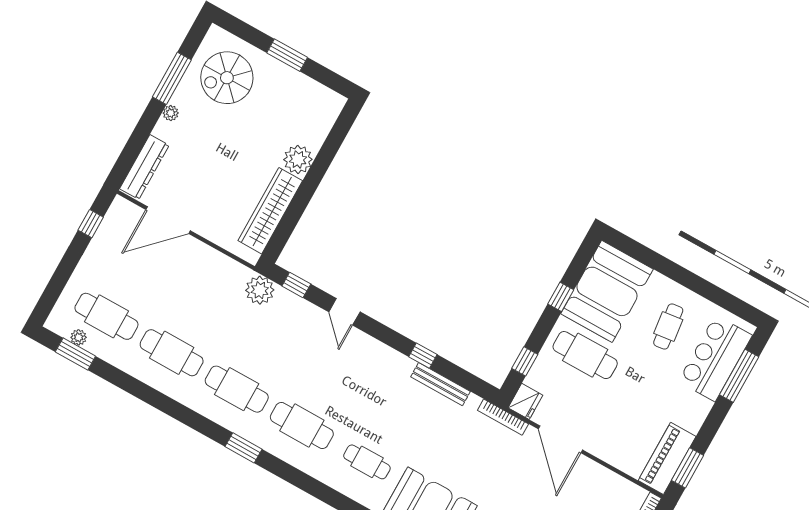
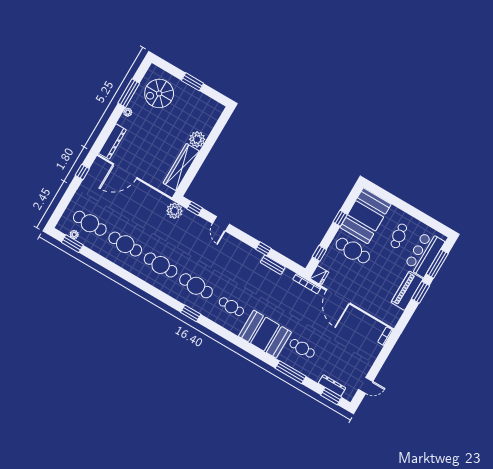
bench: (440, 384) -> (273, 265), width x0.73
window: (243, 448) -> (191, 313), moved
piano: (667, 458) -> (407, 291), moved
window: (688, 468) -> (420, 292), moved

